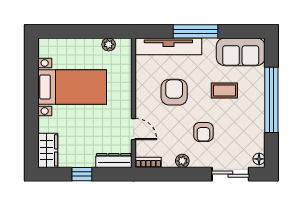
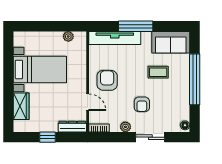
armchair: (174, 92) -> (107, 80), moved
wardrobe: (48, 150) -> (21, 106), moved
sliding door: (230, 174) -> (150, 137), moved

